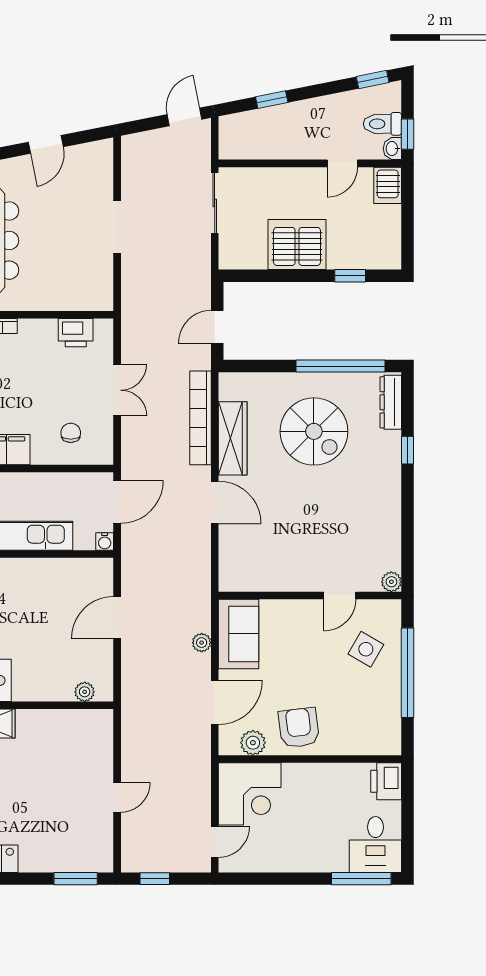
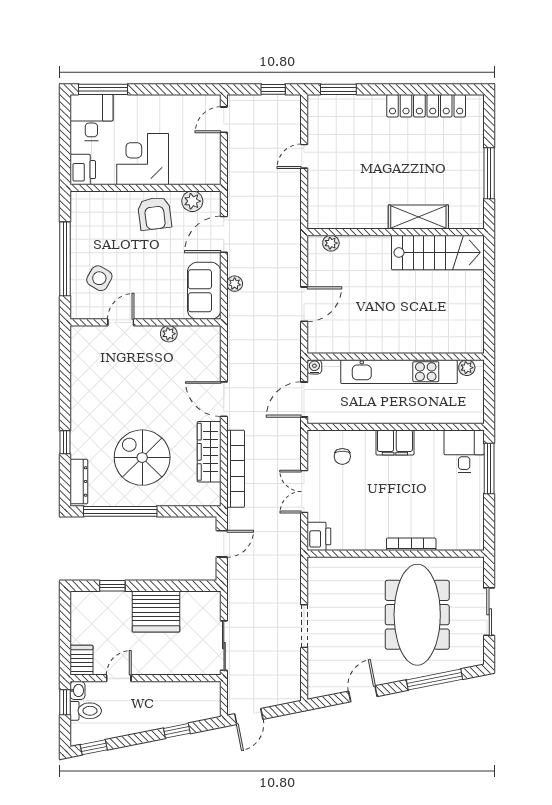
printer: (76, 333) -> (319, 536), moved, turned 90
plant: (391, 582) -> (169, 334), moved
corner desk: (250, 794) -> (143, 159), moved

